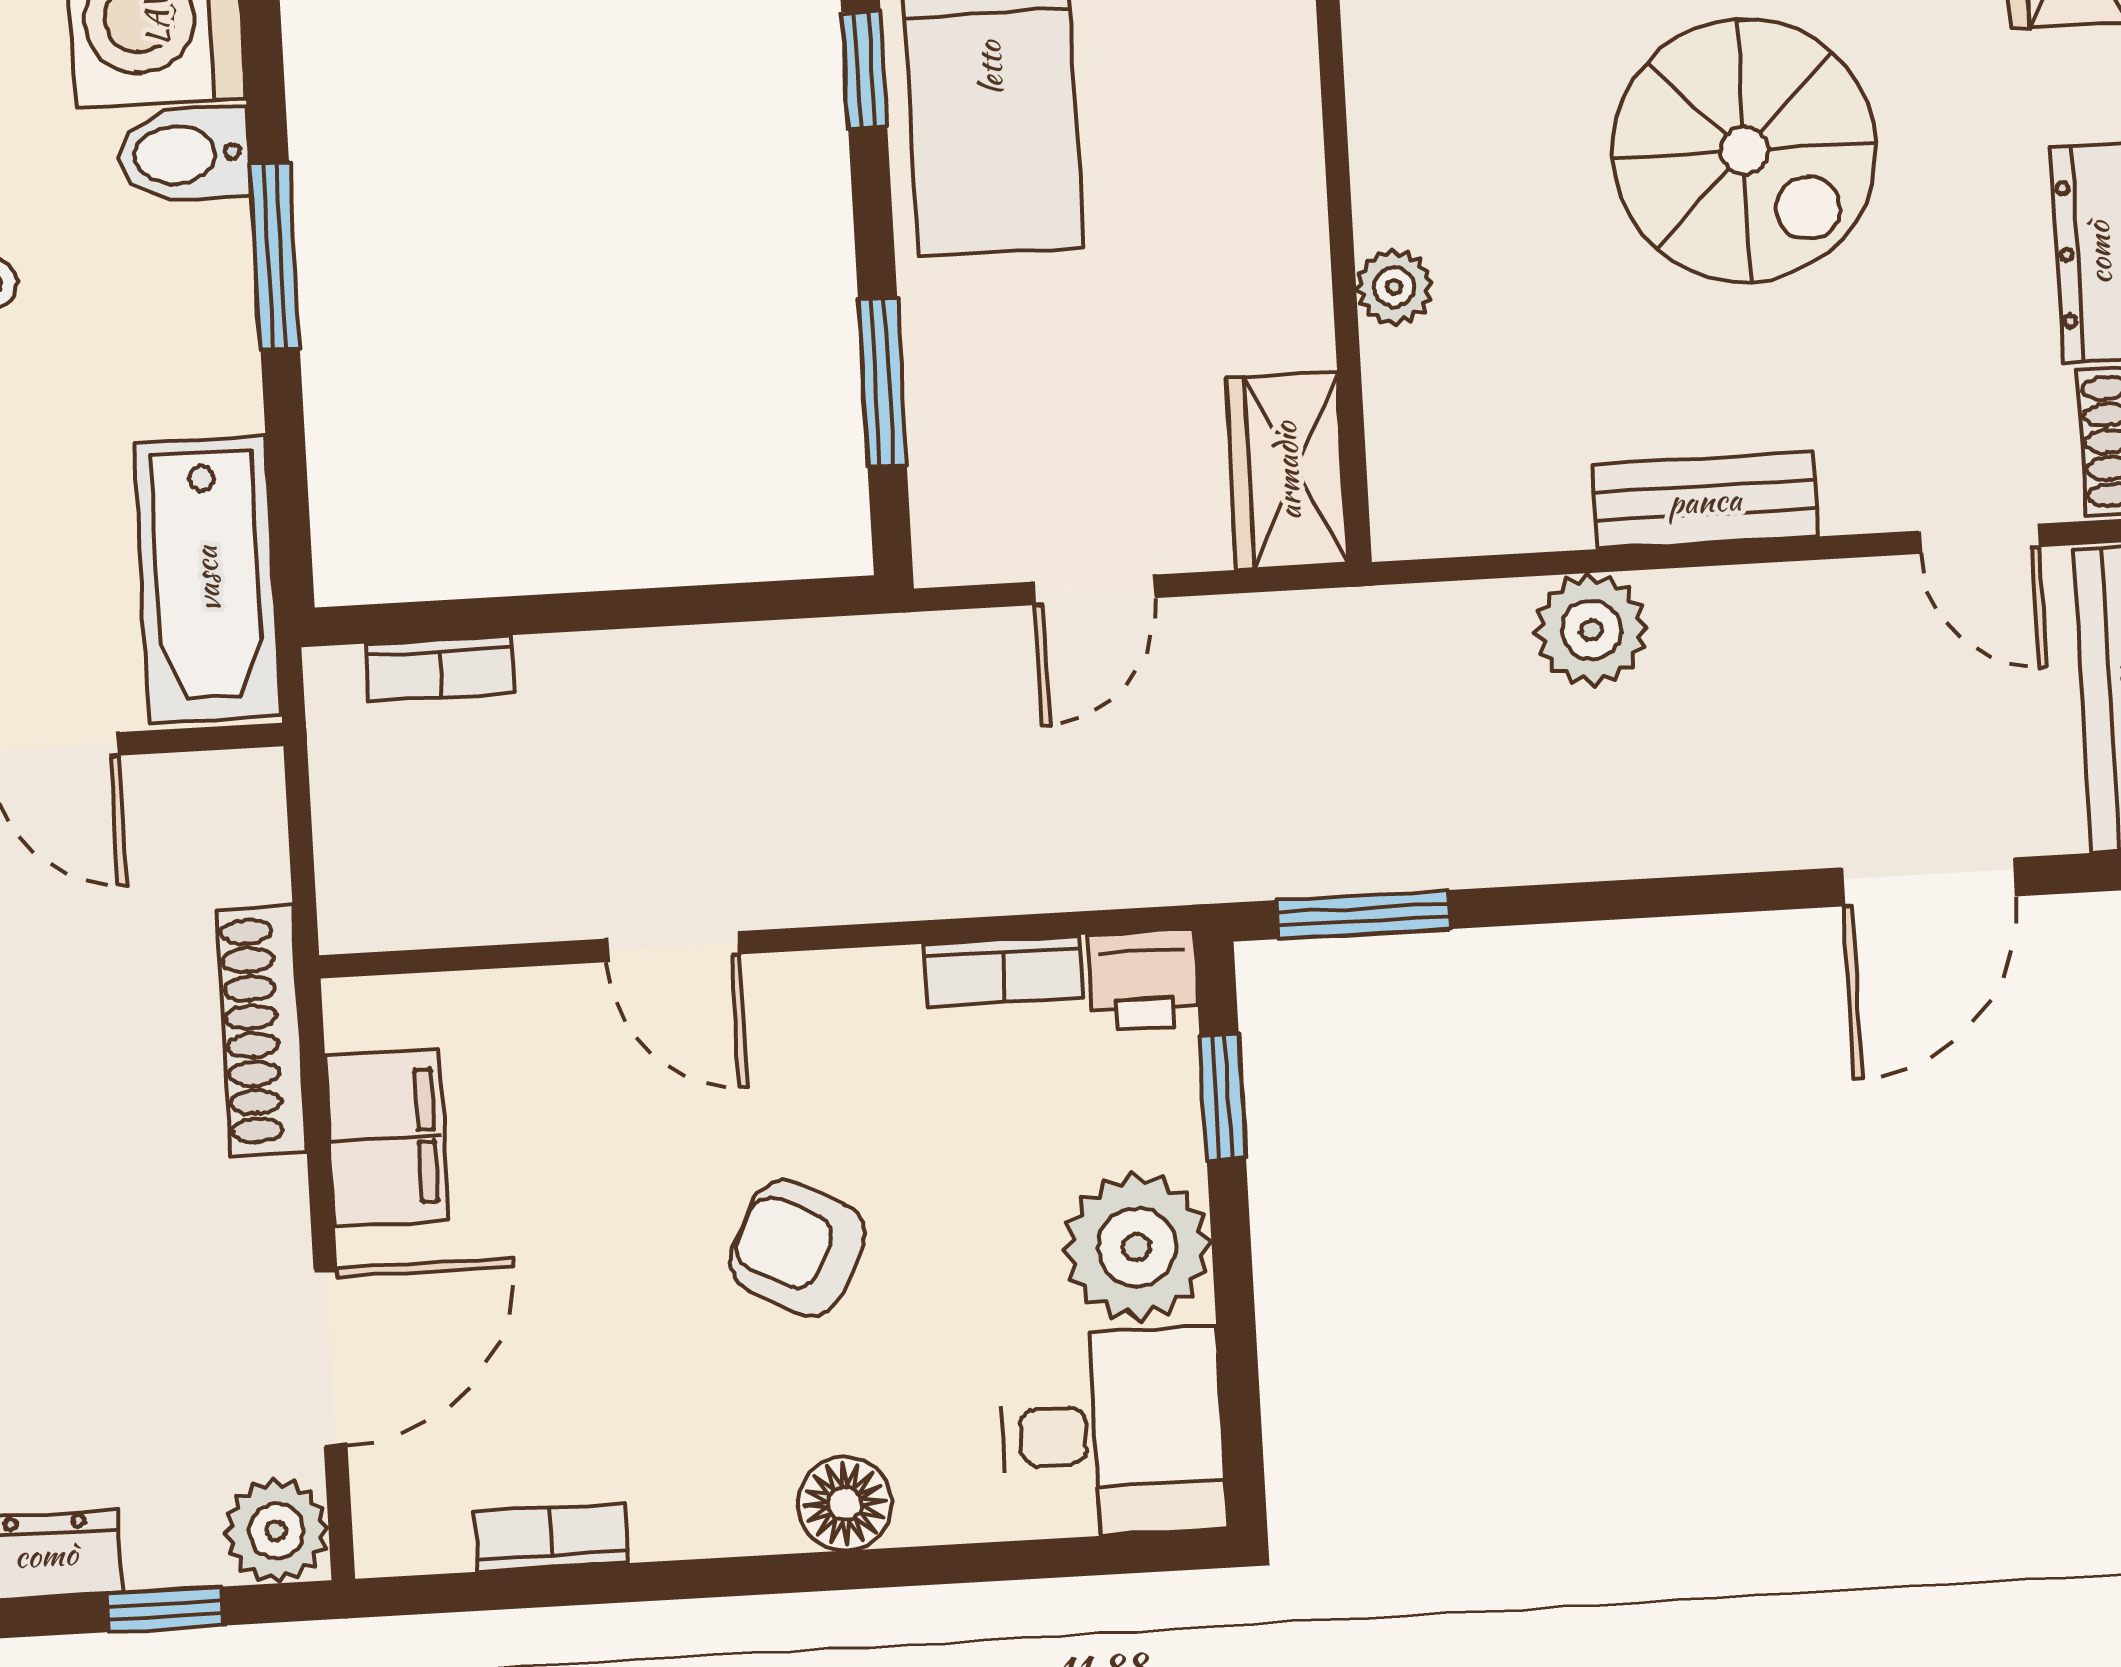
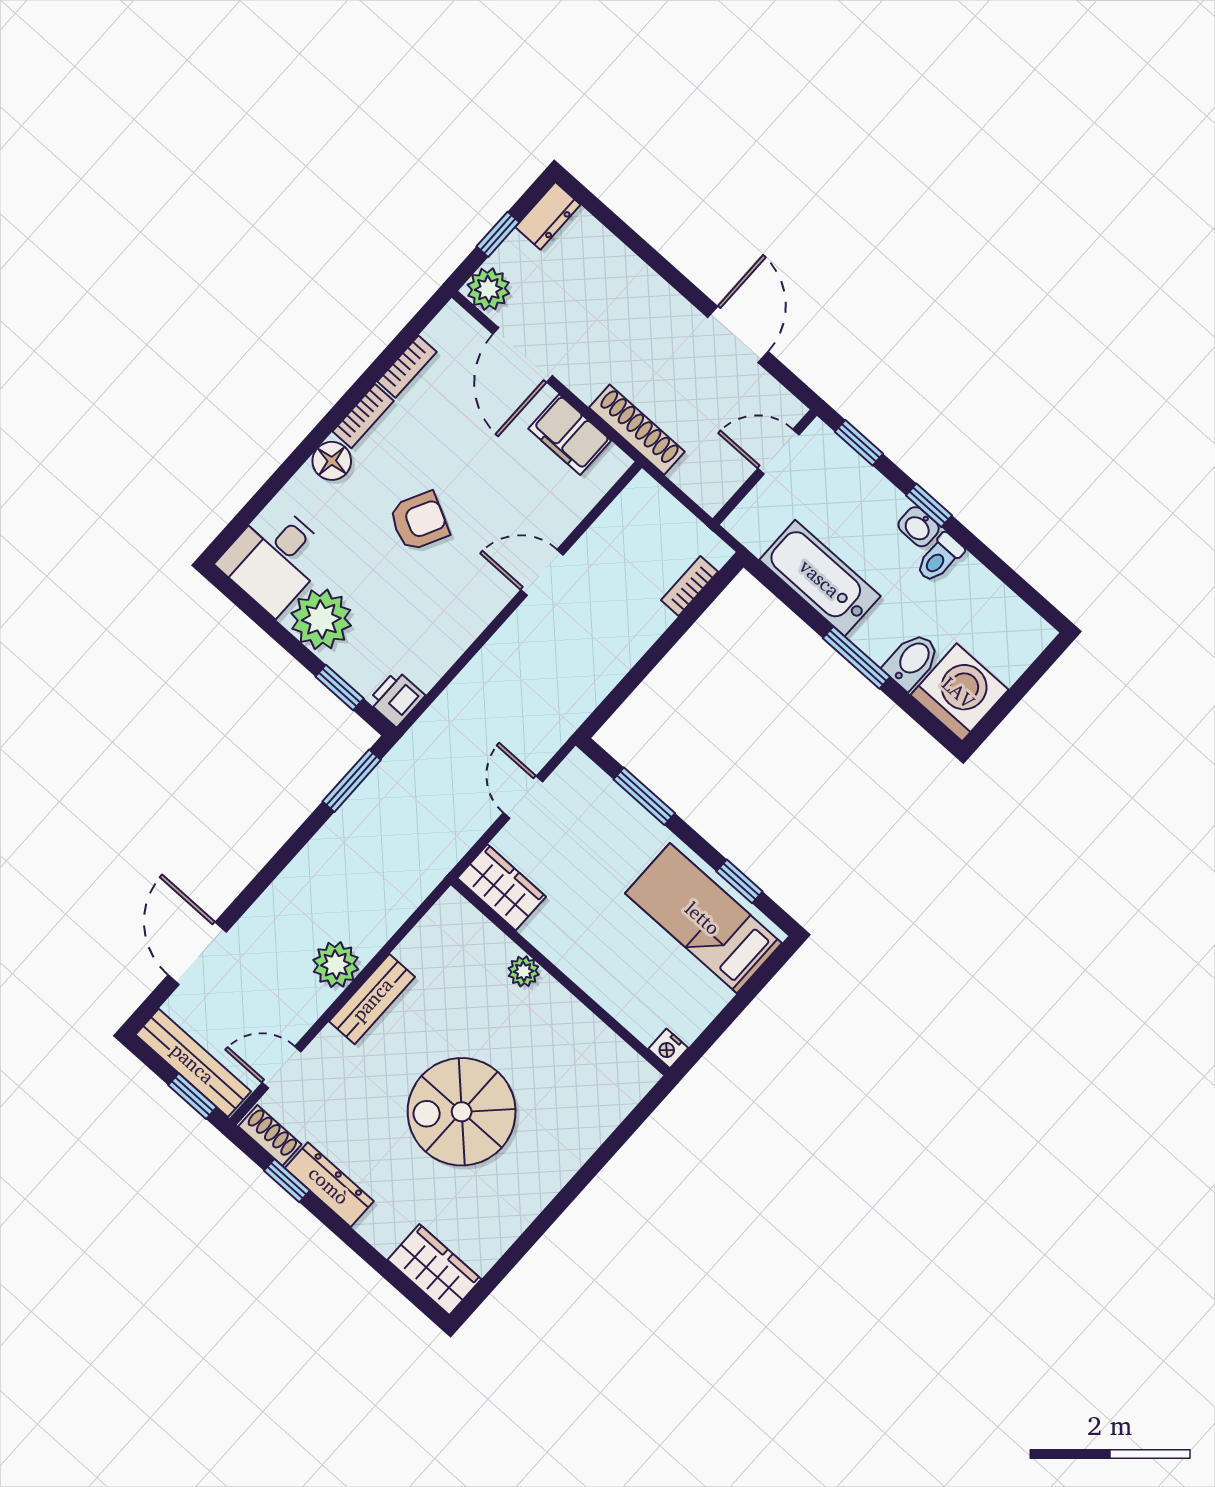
bathtub: (207, 579) -> (820, 578), moved
plant: (1591, 630) -> (336, 965), moved
bookcase: (1003, 971) -> (363, 416), moved, turned 180

